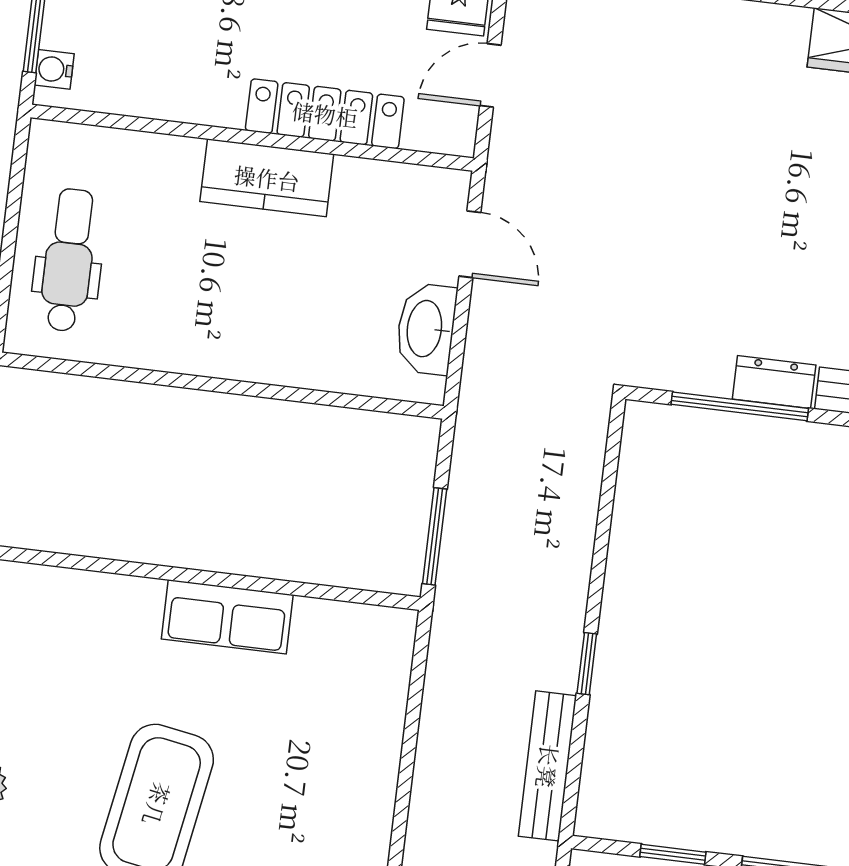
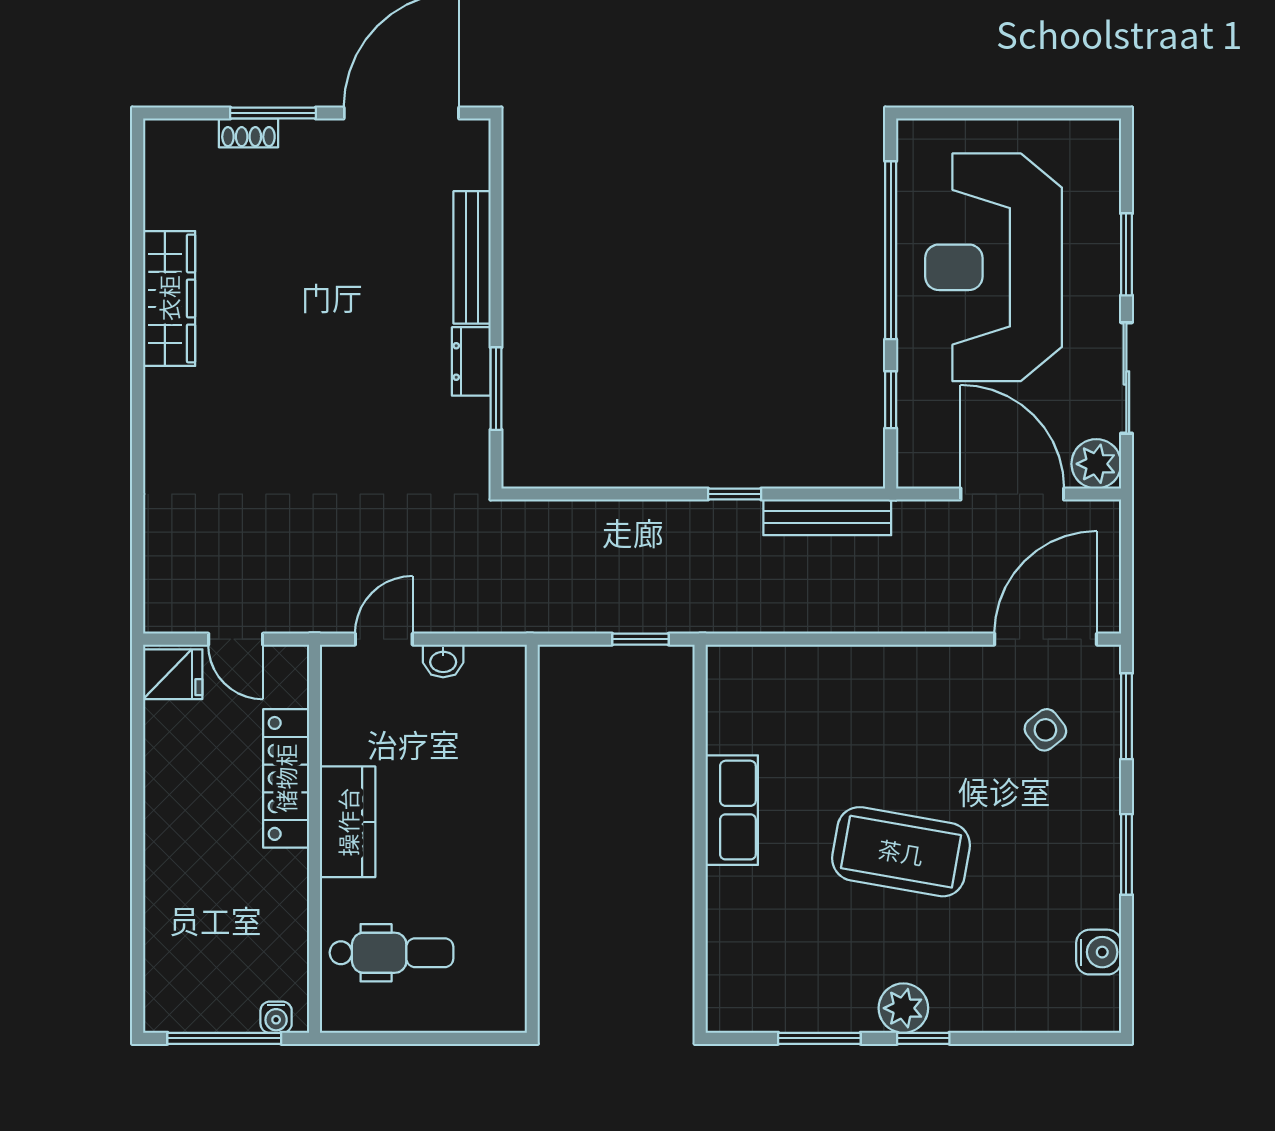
dental chair: (69, 260) -> (392, 953), moved, turned 180
washbasin: (426, 329) -> (443, 661), width x0.52, depth x0.69
window: (740, 406) -> (496, 389), width x0.69
window: (435, 536) -> (640, 639), width x0.67

